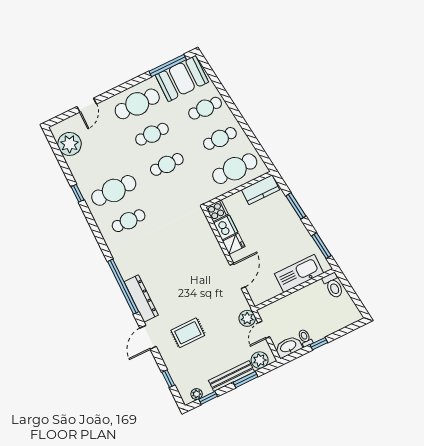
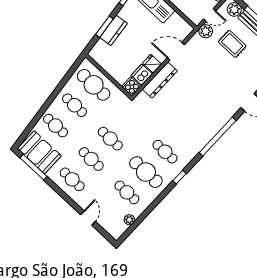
cafe table: (137, 104) -> (72, 179), width x0.73, depth x0.74
door: (87, 105) -> (88, 218), hinge flipped
plant: (69, 144) -> (129, 220), width x0.53, depth x0.53
cafe table: (99, 160) -> (127, 192), added
kitchen counter: (260, 190) -> (113, 30), moved, turned 83
window: (77, 193) -> (179, 177), moved
dresser: (141, 298) -> (160, 80), moved, turned 180
rug: (188, 333) -> (232, 44), moved

